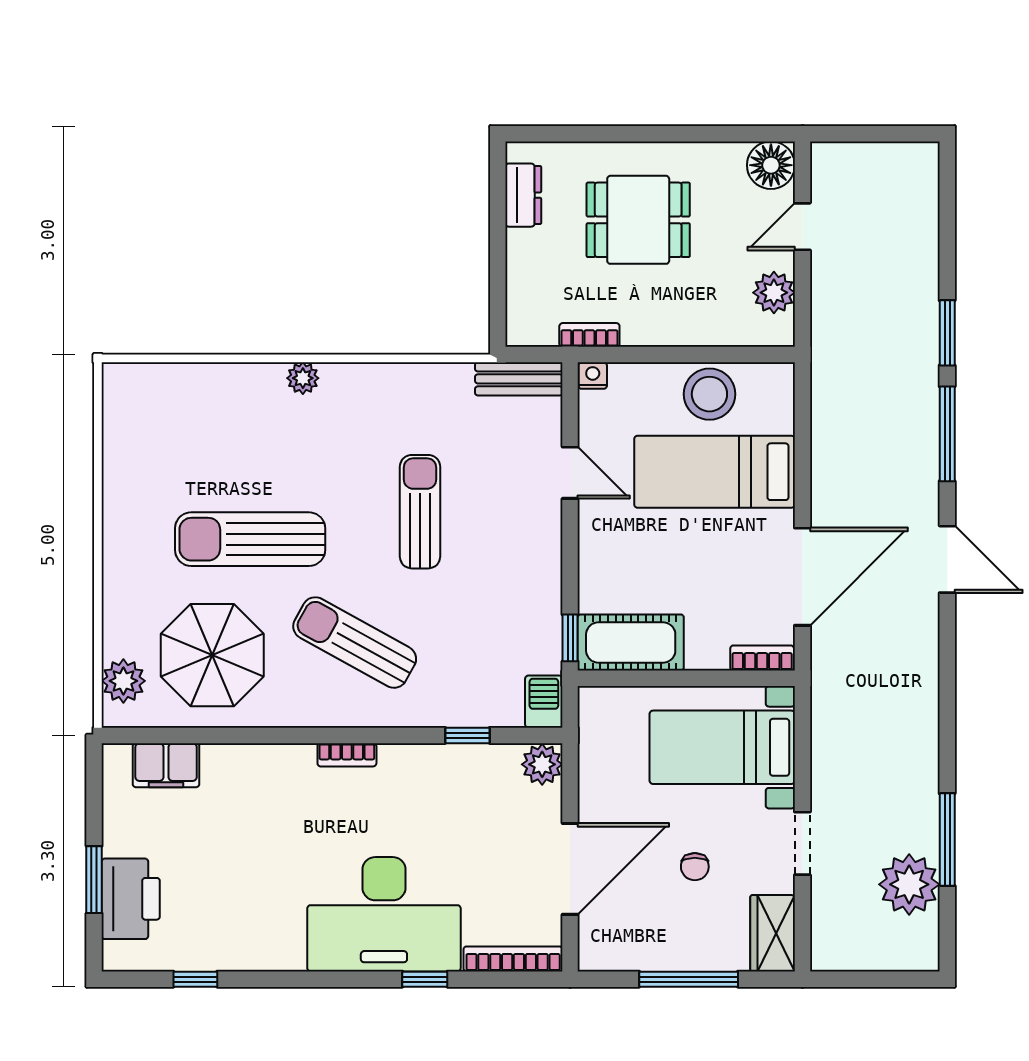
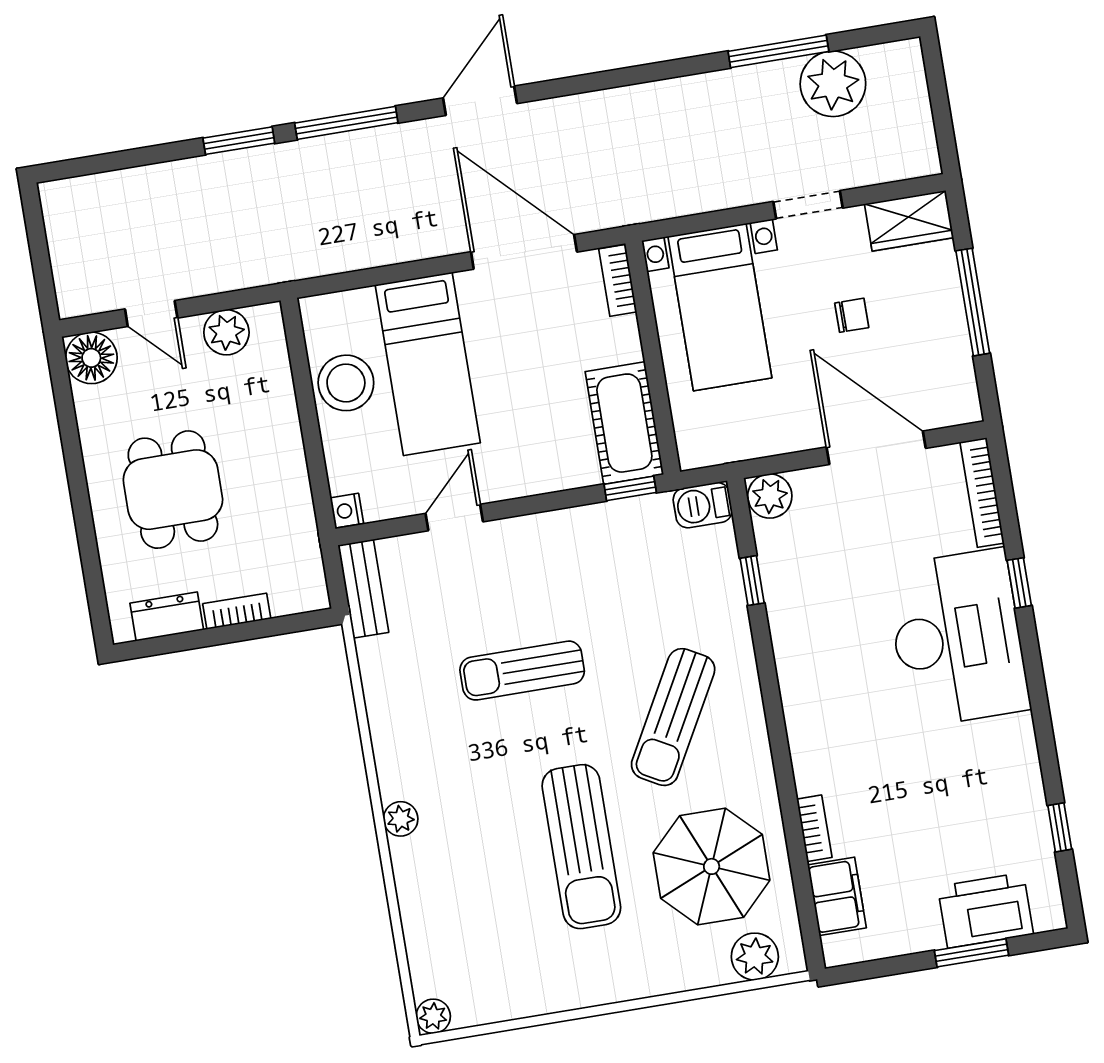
bookcase: (589, 335) -> (237, 611), moved, turned 90
plant: (118, 378) -> (433, 1016), added
bookcase: (347, 755) -> (814, 828), moved

